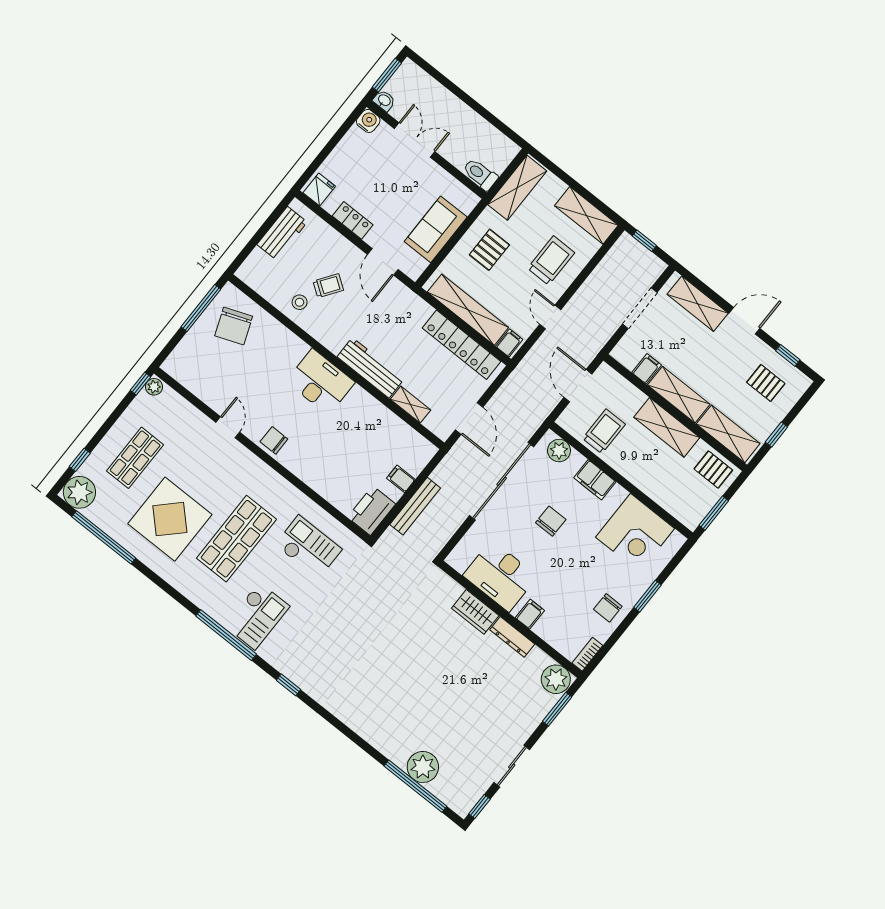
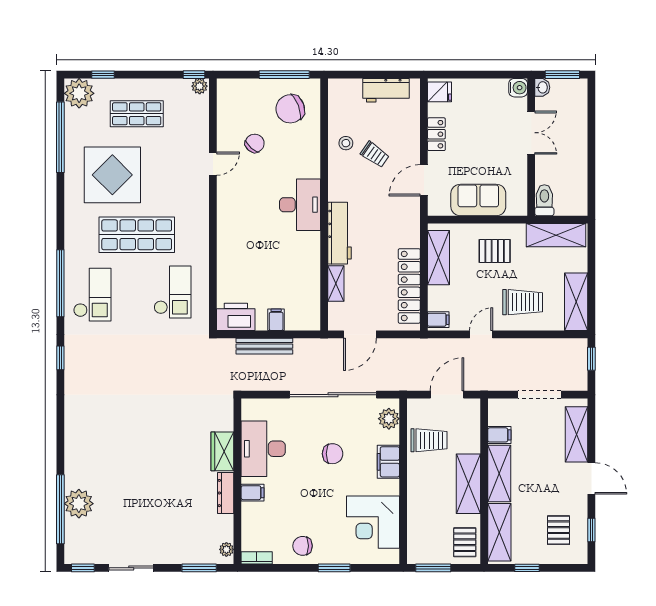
shelving: (468, 310) -> (439, 258), width x0.68
chair: (274, 440) -> (255, 143), moved, turned 41
checkout: (257, 616) -> (92, 295), turned -90
plant: (556, 679) -> (226, 549), width x0.53, depth x0.53

